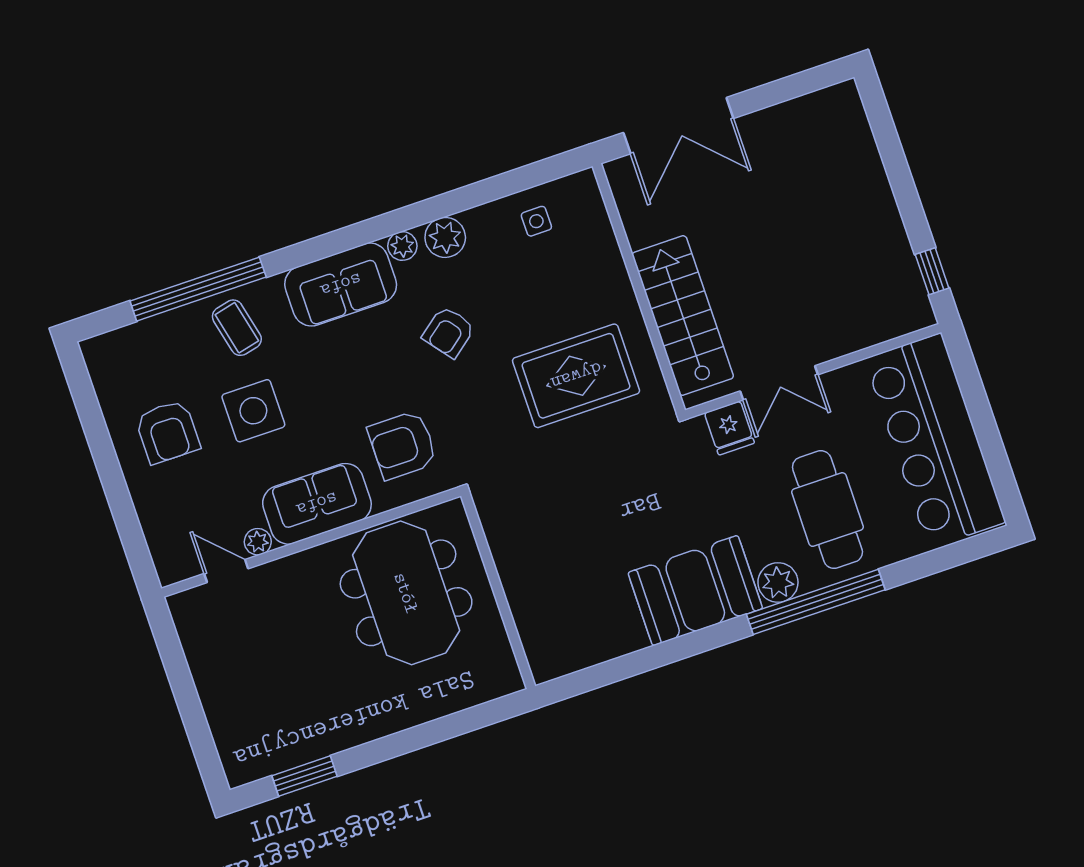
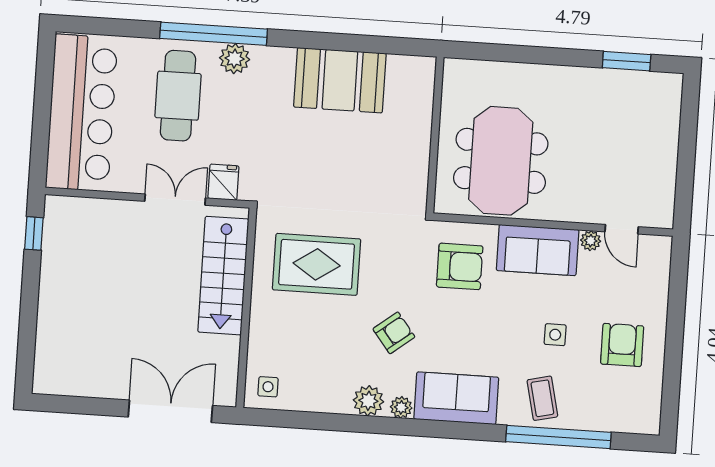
side table: (536, 221) -> (268, 387), moved
side table: (253, 411) -> (555, 335), width x0.54, depth x0.54
booth: (695, 591) -> (340, 80), moved

